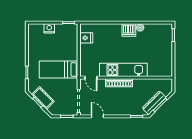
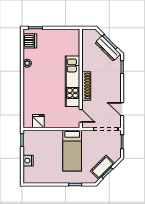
dishwasher: (129, 30) -> (30, 41), moved
door: (91, 78) -> (81, 116), hinge flipped
door: (97, 116) -> (122, 109), hinge flipped

